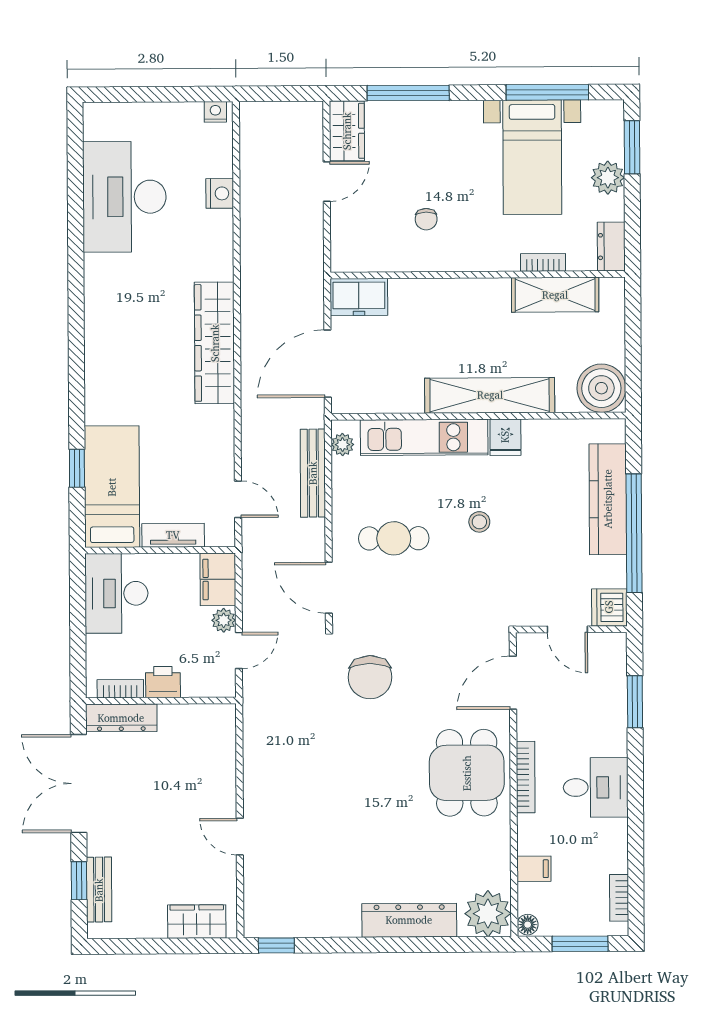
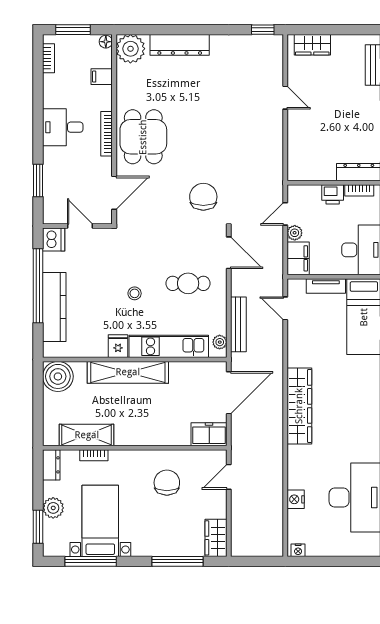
door: (327, 181) -> (229, 477), moved
chair: (426, 219) -> (167, 483), width x1.87, depth x1.87

